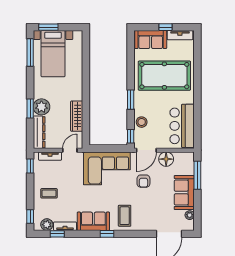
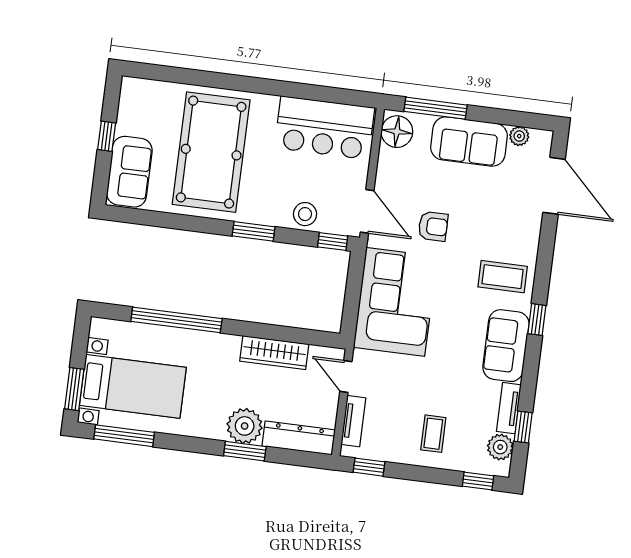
tv unit: (180, 35) -> (128, 107), removed
window: (86, 70) -> (176, 320), added
floor lamp: (166, 159) -> (397, 132), moved

